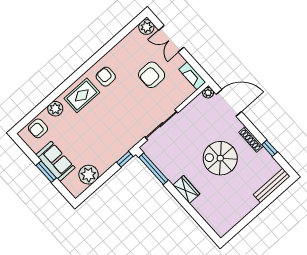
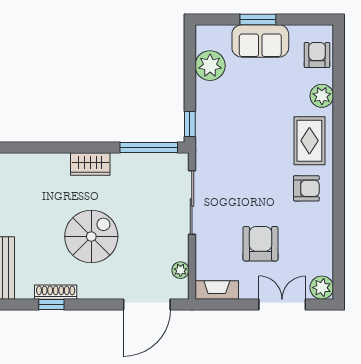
plant: (208, 93) -> (180, 270), moved
shoe rack: (251, 139) -> (56, 292), moved

